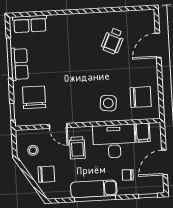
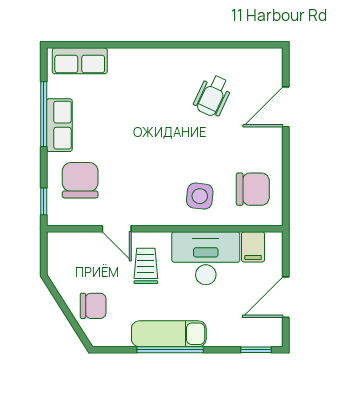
trolley: (77, 148) -> (146, 266), turned 180
stool: (33, 150) -> (74, 266), removed
chair: (128, 175) -> (225, 314), removed

